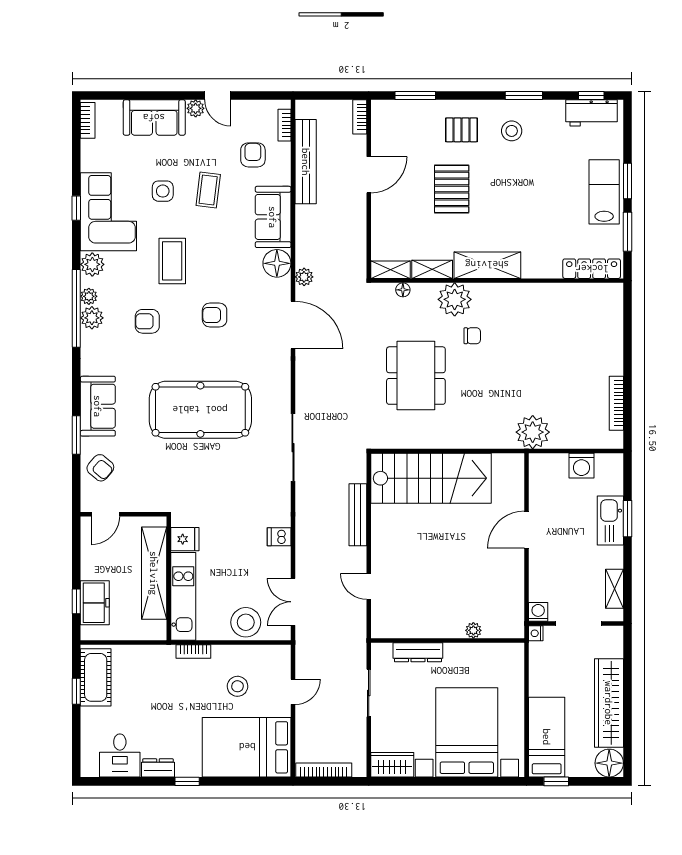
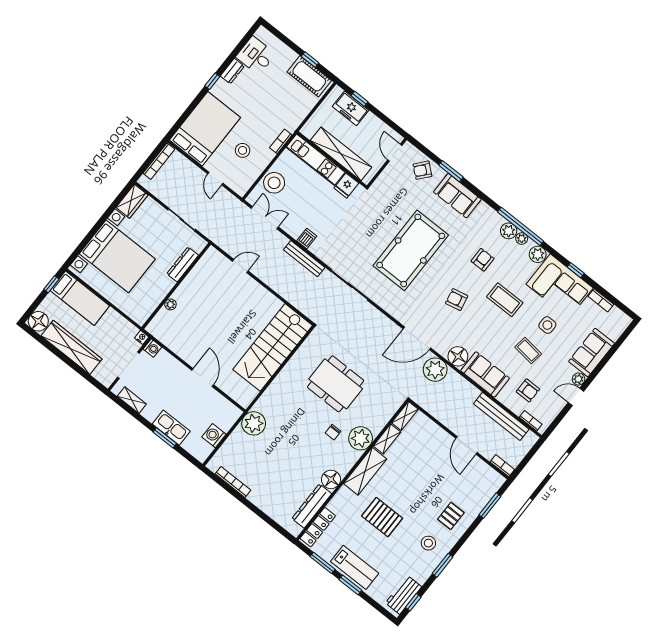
bookcase: (88, 120) -> (601, 300), moved
pallet: (452, 189) -> (382, 517), moved
plant: (304, 277) -> (435, 370), width x1.88, depth x1.88
floor lamp: (403, 290) -> (331, 479), moved, width x1.89, depth x1.89
dresser: (573, 294) -> (312, 506), added
armchair: (215, 315) -> (457, 300), turned -102
bench: (358, 515) -> (304, 259), moved

